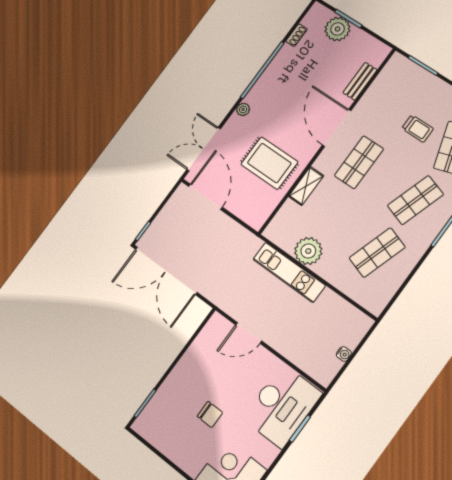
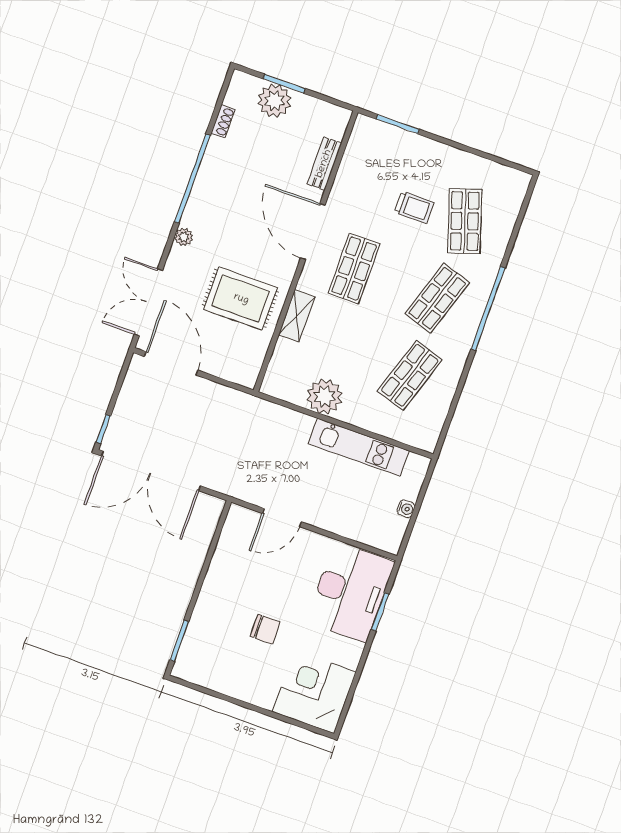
kitchen unit: (289, 272) -> (359, 447), moved

